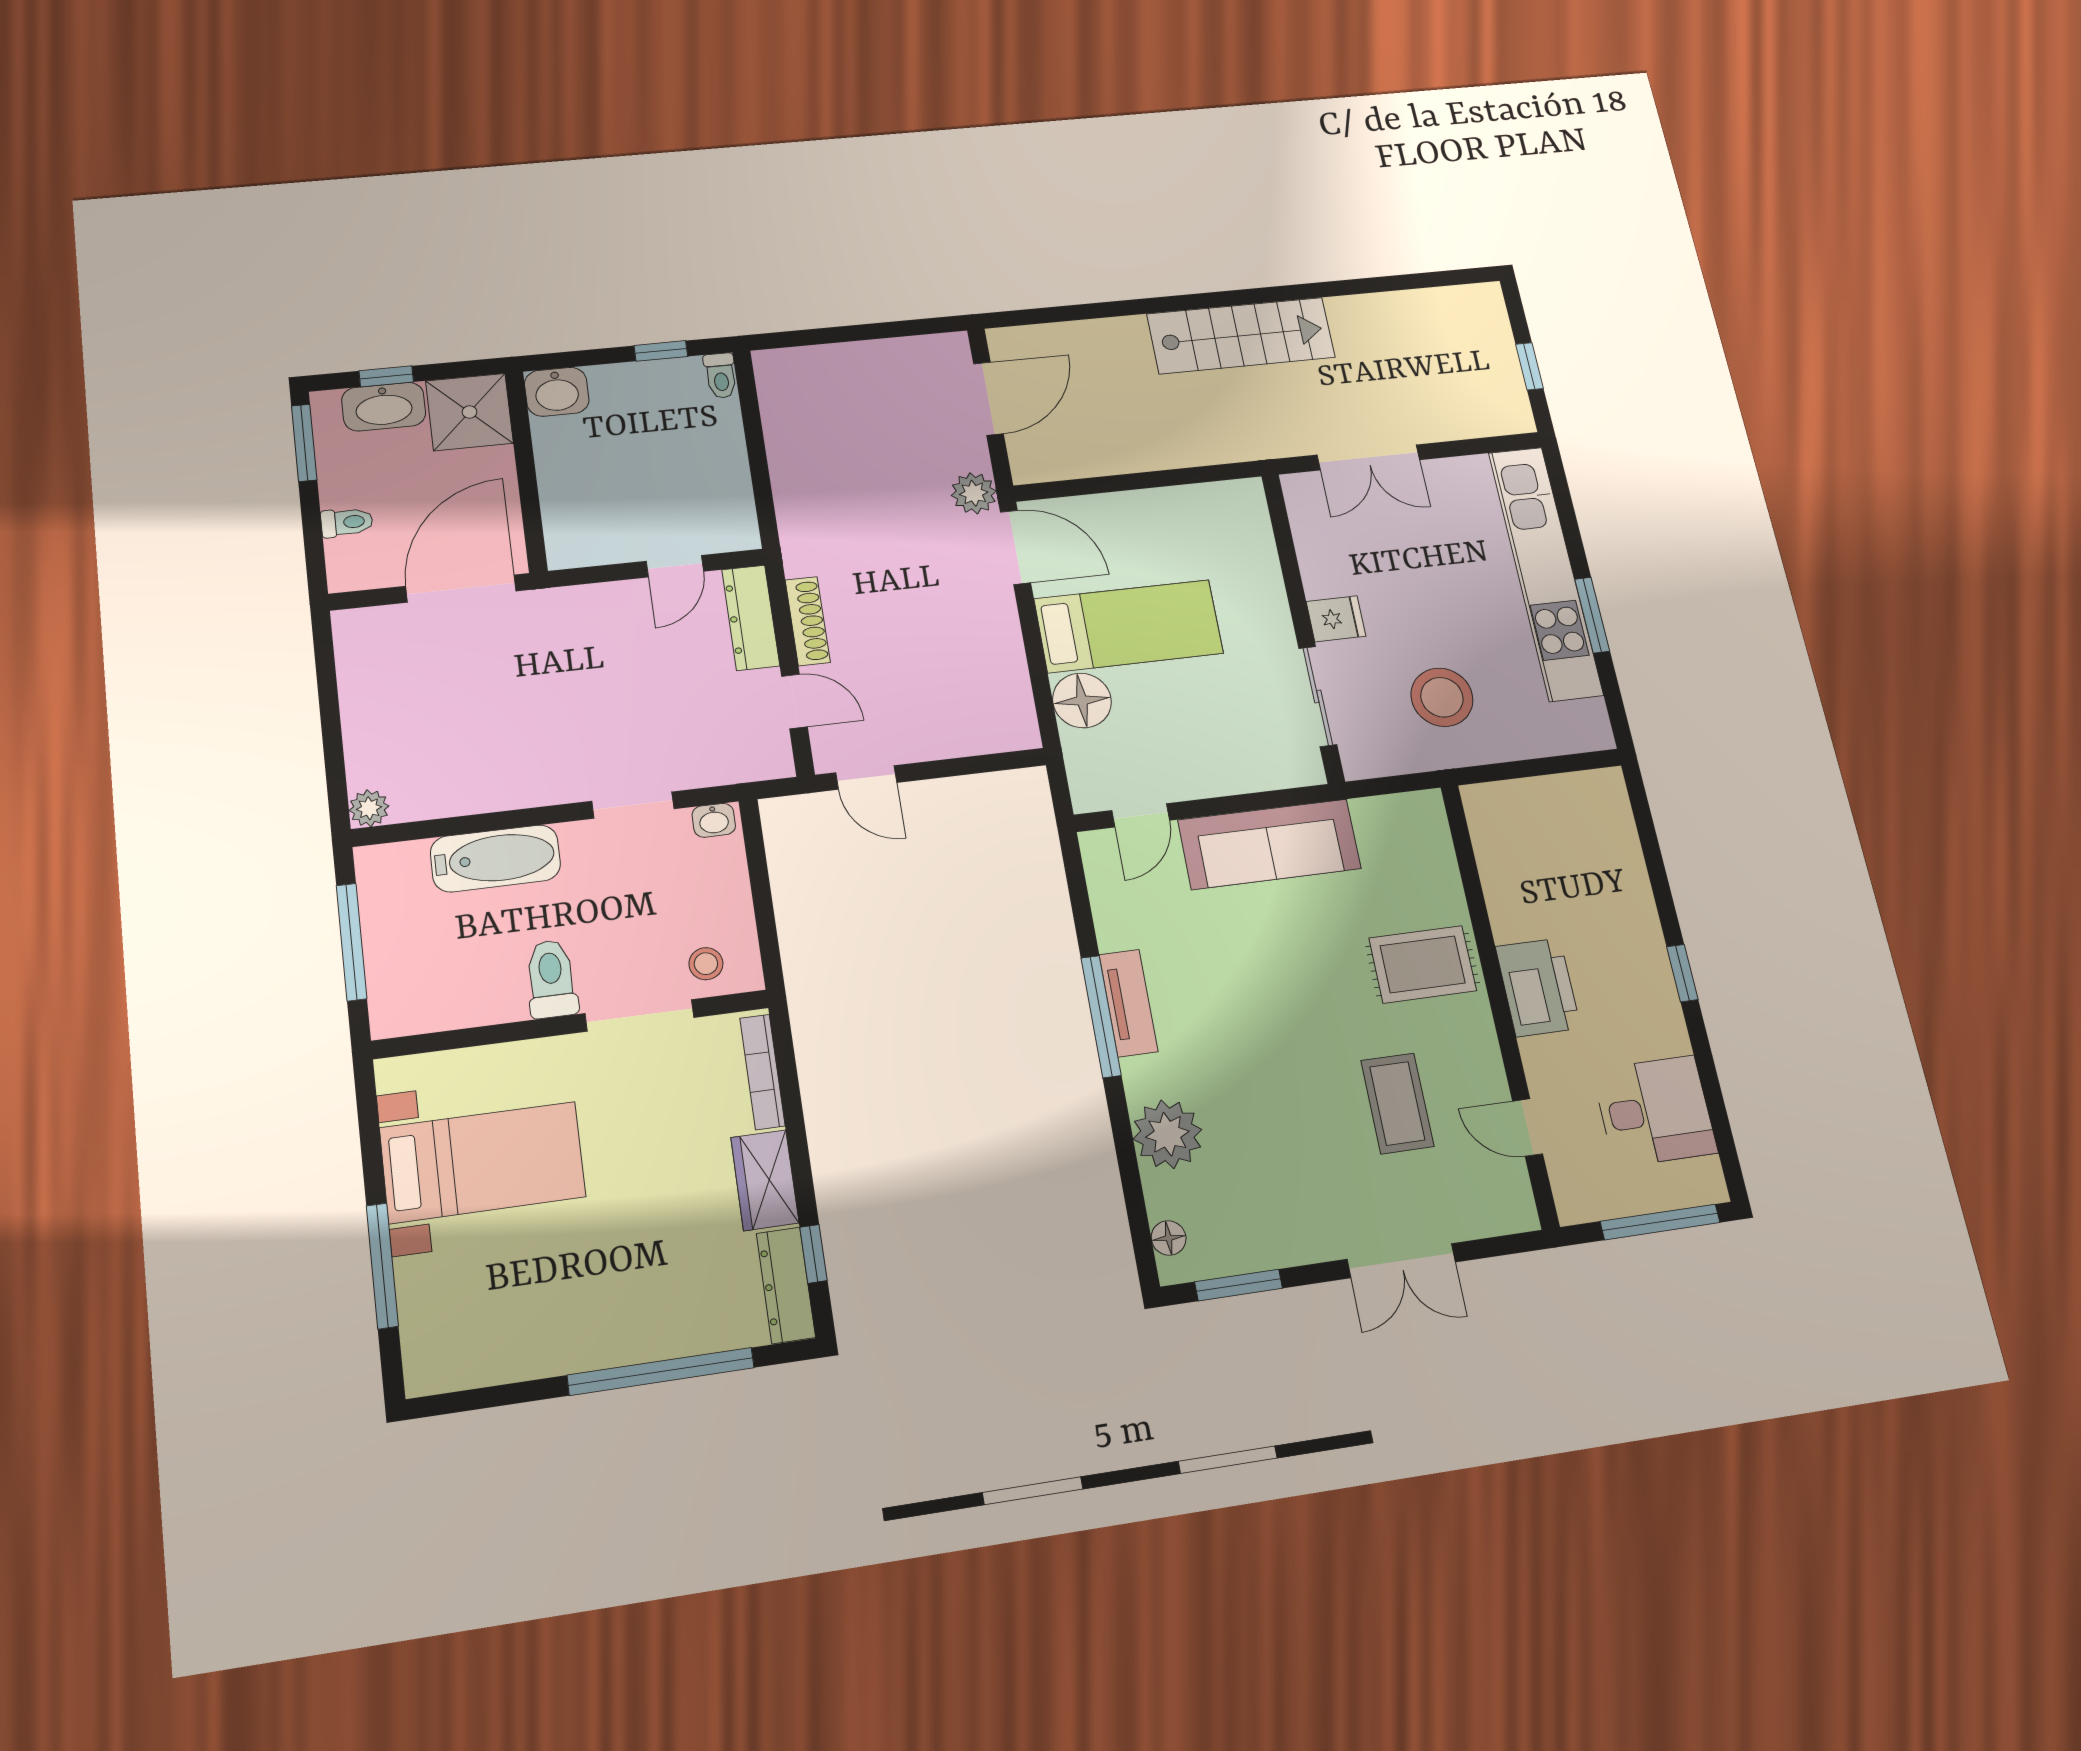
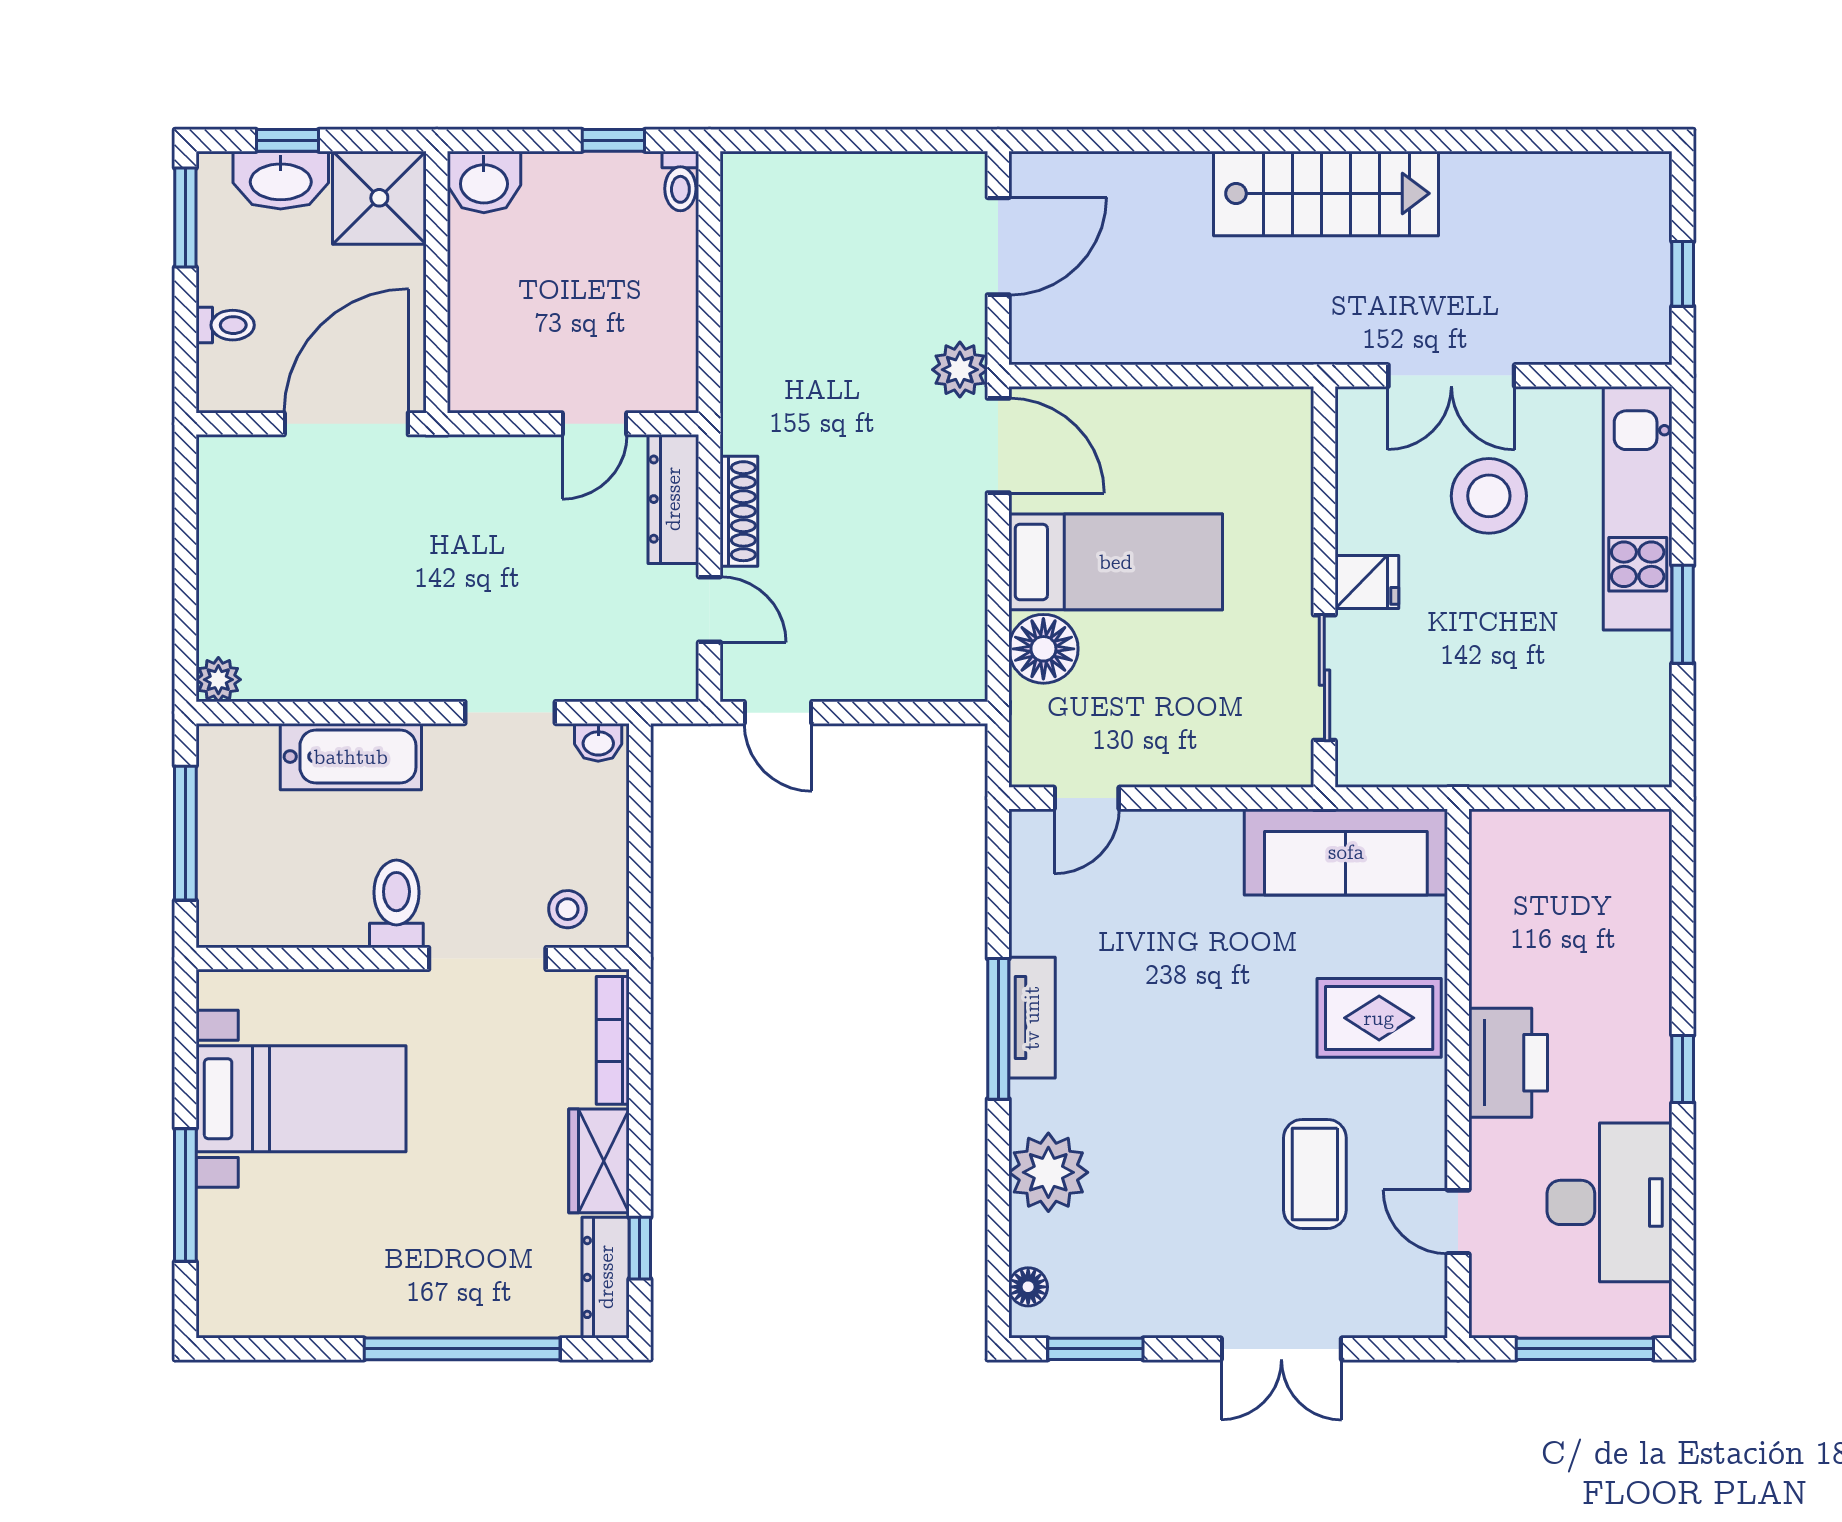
kitchen unit: (1545, 573) -> (1638, 508), width x0.73
stool: (1442, 697) -> (1489, 496), moved
sofa: (1269, 844) -> (1346, 852), moved
desk: (1655, 1111) -> (1610, 1202), width x1.37

